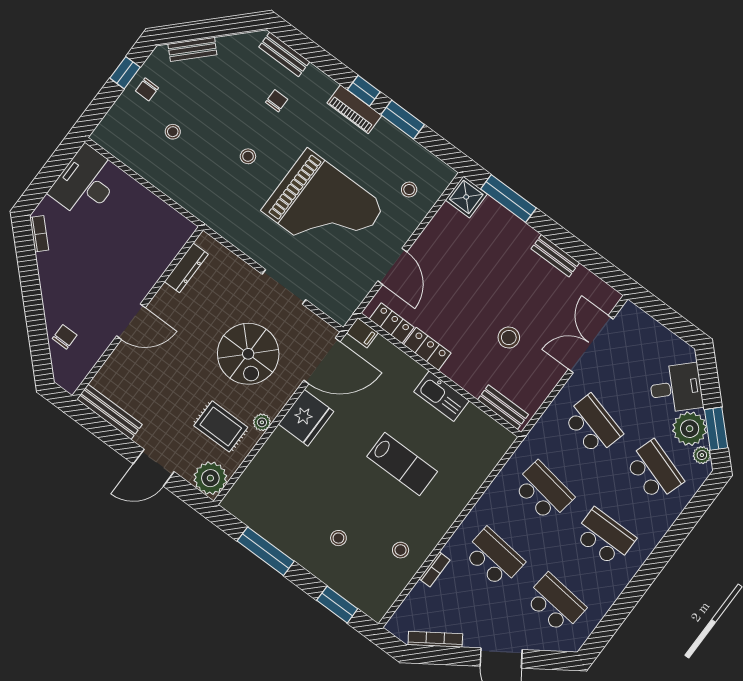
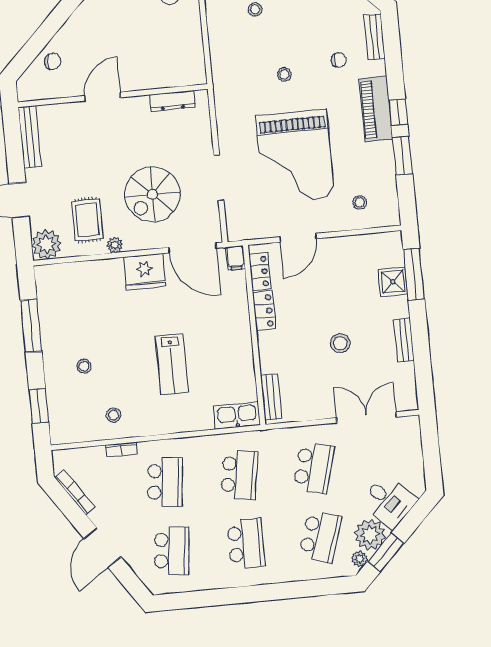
piano: (354, 109) -> (376, 109), width x1.37, depth x1.33
shower: (466, 197) -> (393, 282), moved
door: (131, 322) -> (103, 97), swing flipped
stool: (509, 337) -> (340, 343), moved
kitchen sink: (441, 396) -> (237, 415), moved, turned 90

